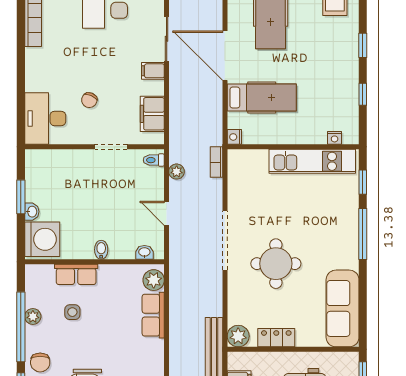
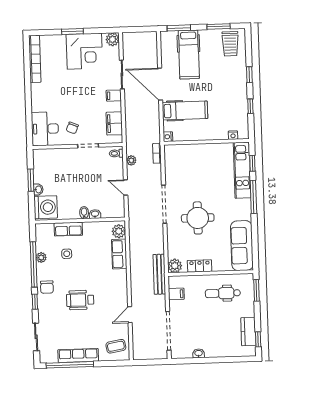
chair: (89, 100) -> (72, 128), moved
kitchen unit: (312, 161) -> (242, 170), moved, turned 90
washbasin: (144, 252) -> (95, 214), moved

